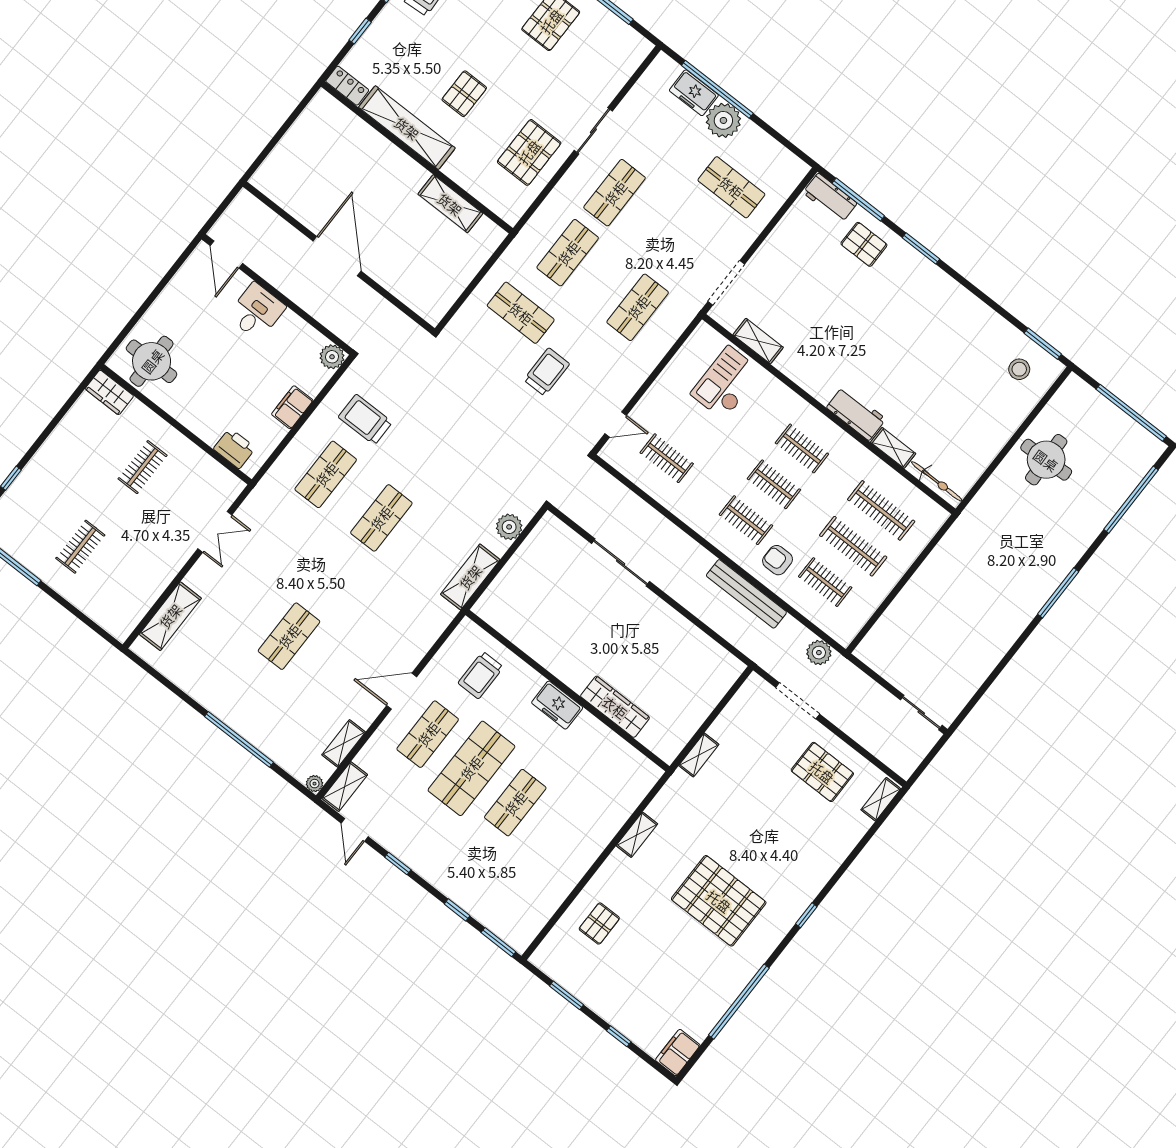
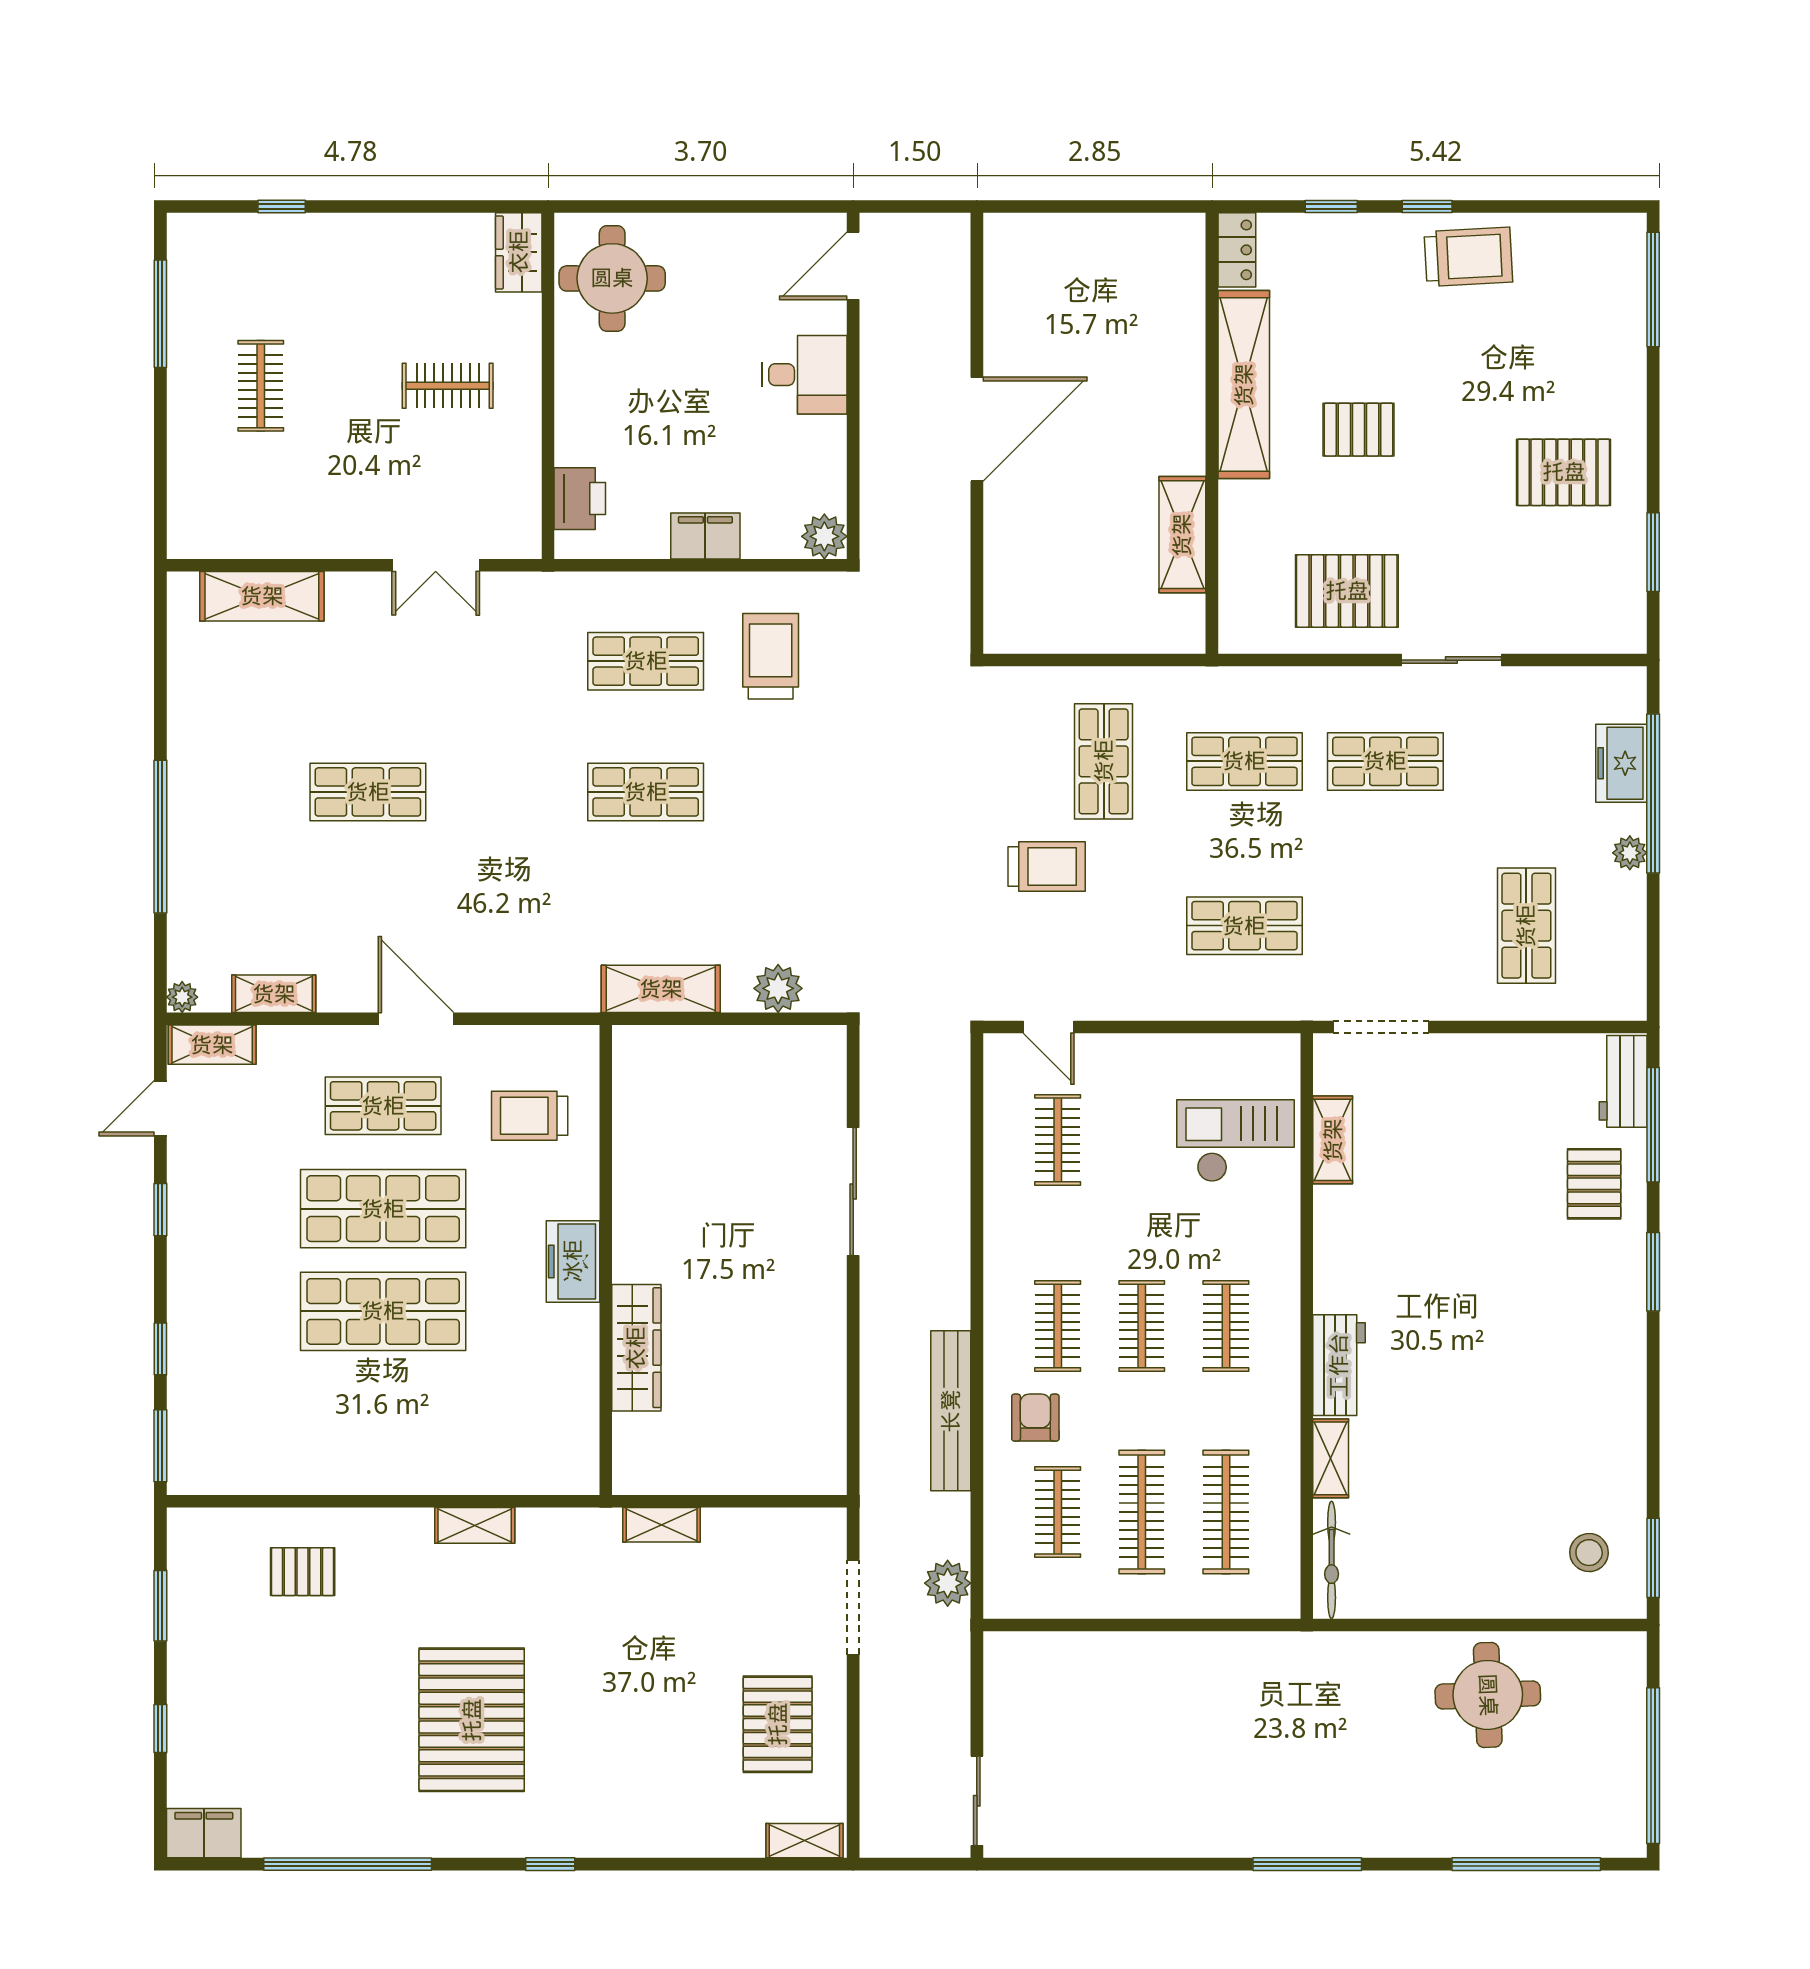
plant: (723, 120) -> (1630, 853), width x0.53, depth x0.53
clothes rail: (80, 547) -> (261, 386), turned 90
shop shelf: (515, 803) -> (383, 1311), width x1.43, depth x1.36

